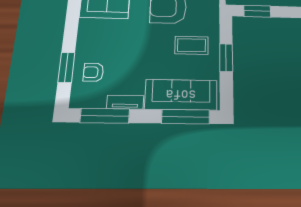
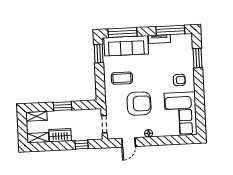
window: (257, 11) -> (63, 106), moved
window: (226, 58) -> (99, 54), moved
armchair: (93, 72) -> (179, 80), moved

